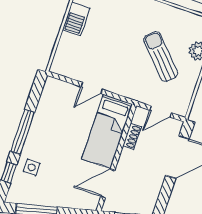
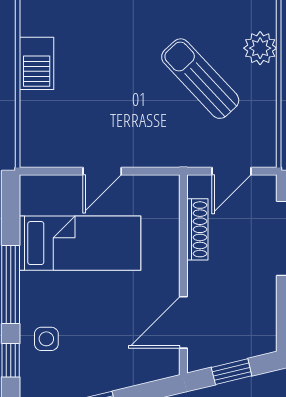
bed: (107, 131) -> (80, 243), moved, turned -90
shoe rack: (132, 136) -> (197, 229), width x1.43

